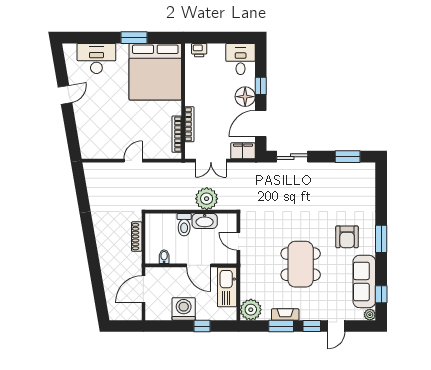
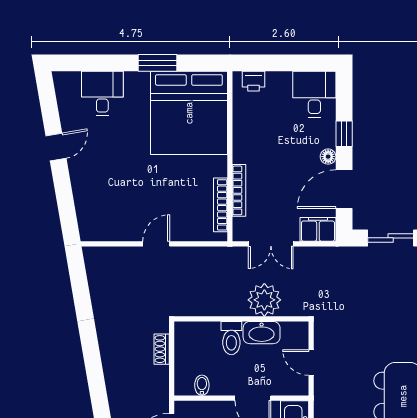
desk: (96, 58) -> (102, 93), width x0.73
floor lamp: (245, 97) -> (328, 157), width x0.53, depth x0.53
shoe rack: (137, 237) -> (162, 349), width x0.70

